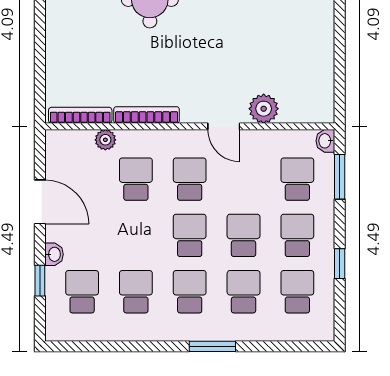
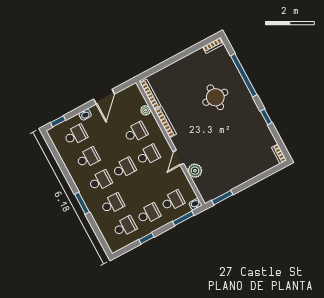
window: (340, 85) -> (222, 198), added
school desk: (244, 235) -> (136, 191), removed
window: (40, 281) -> (58, 121), moved

